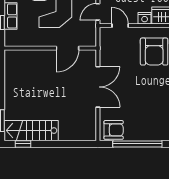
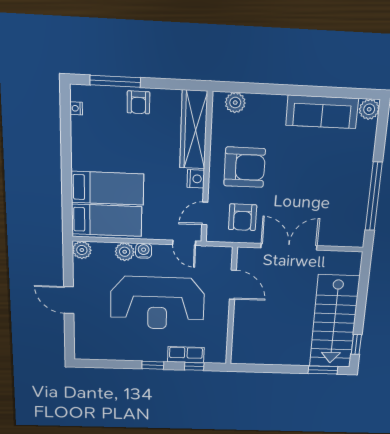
armchair: (114, 130) -> (243, 217), moved, turned 180
stairs: (31, 131) -> (334, 322), width x1.36, depth x1.51

